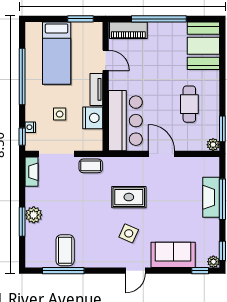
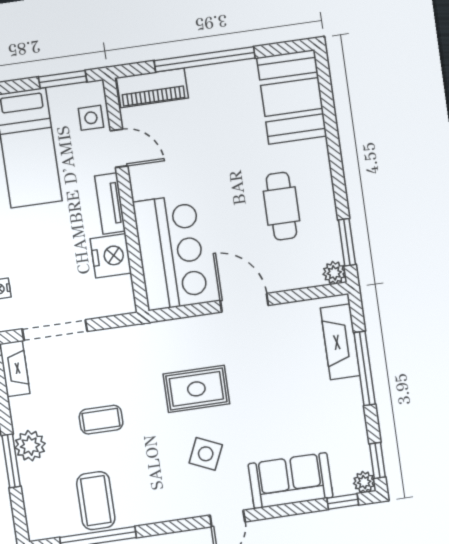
side table: (60, 114) -> (91, 118), moved
coffee table: (91, 166) -> (101, 420), moved
fireplace: (211, 197) -> (340, 342), moved

